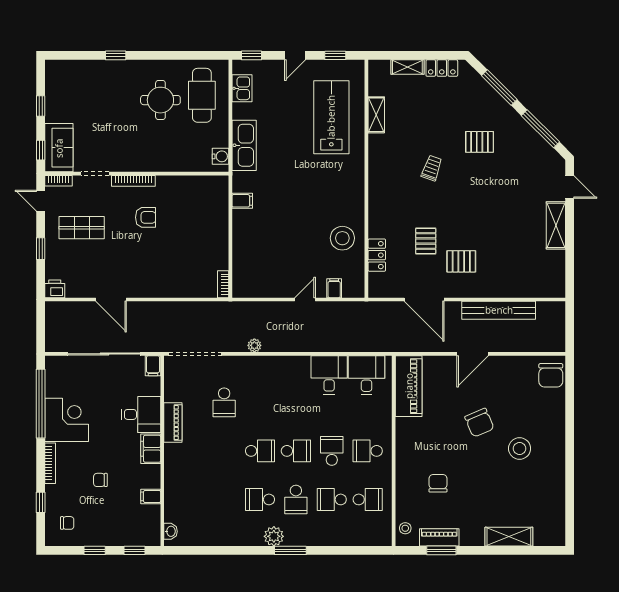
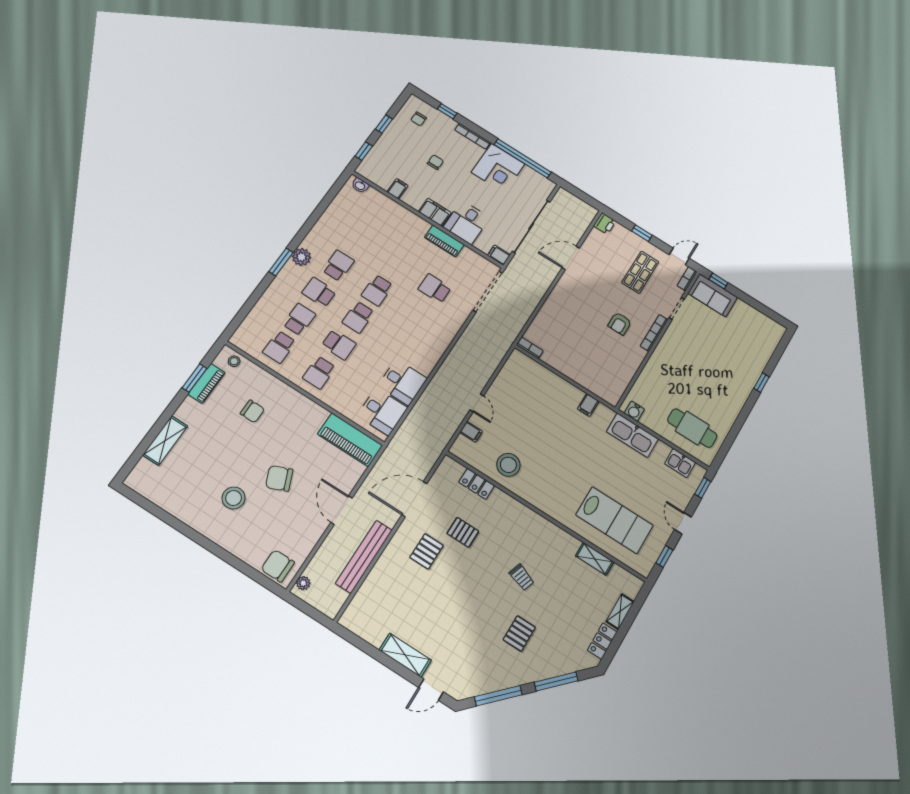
round table: (160, 100) -> (707, 394), removed
window: (41, 106) -> (753, 303), removed
plant: (254, 345) -> (303, 583), moved
school desk: (368, 451) -> (319, 373), turned 180

